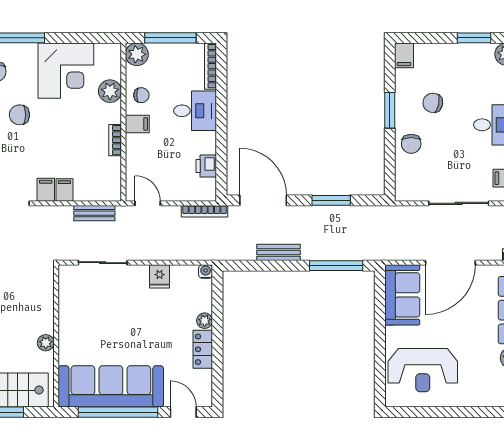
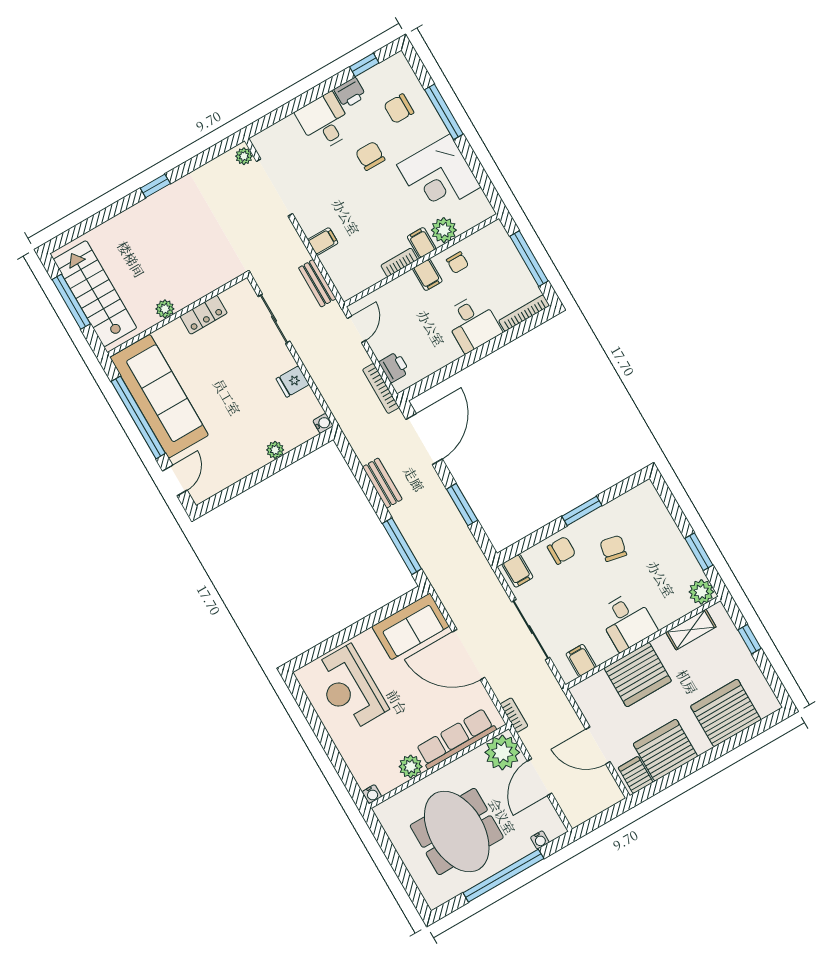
plant: (137, 54) -> (494, 235), removed
filing cabinet: (404, 55) -> (517, 571), moved, turned -90
chair: (411, 144) -> (561, 550), turned 180
printer: (206, 166) -> (394, 367), moved, turned 90
filing cabinet: (46, 190) -> (422, 243), moved, turned -90
locker: (203, 349) -> (204, 315), moved, turned 180

